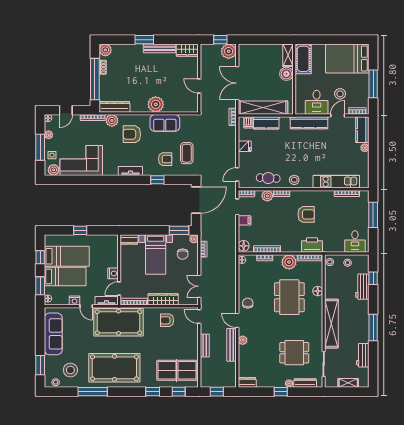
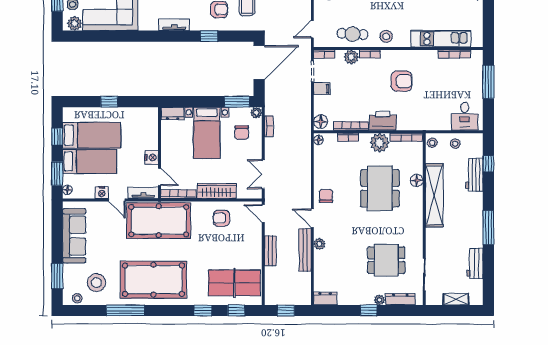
printer: (312, 245) -> (383, 121), moved
door: (119, 288) -> (160, 177), swing flipped
shelving: (331, 324) -> (434, 195), moved

